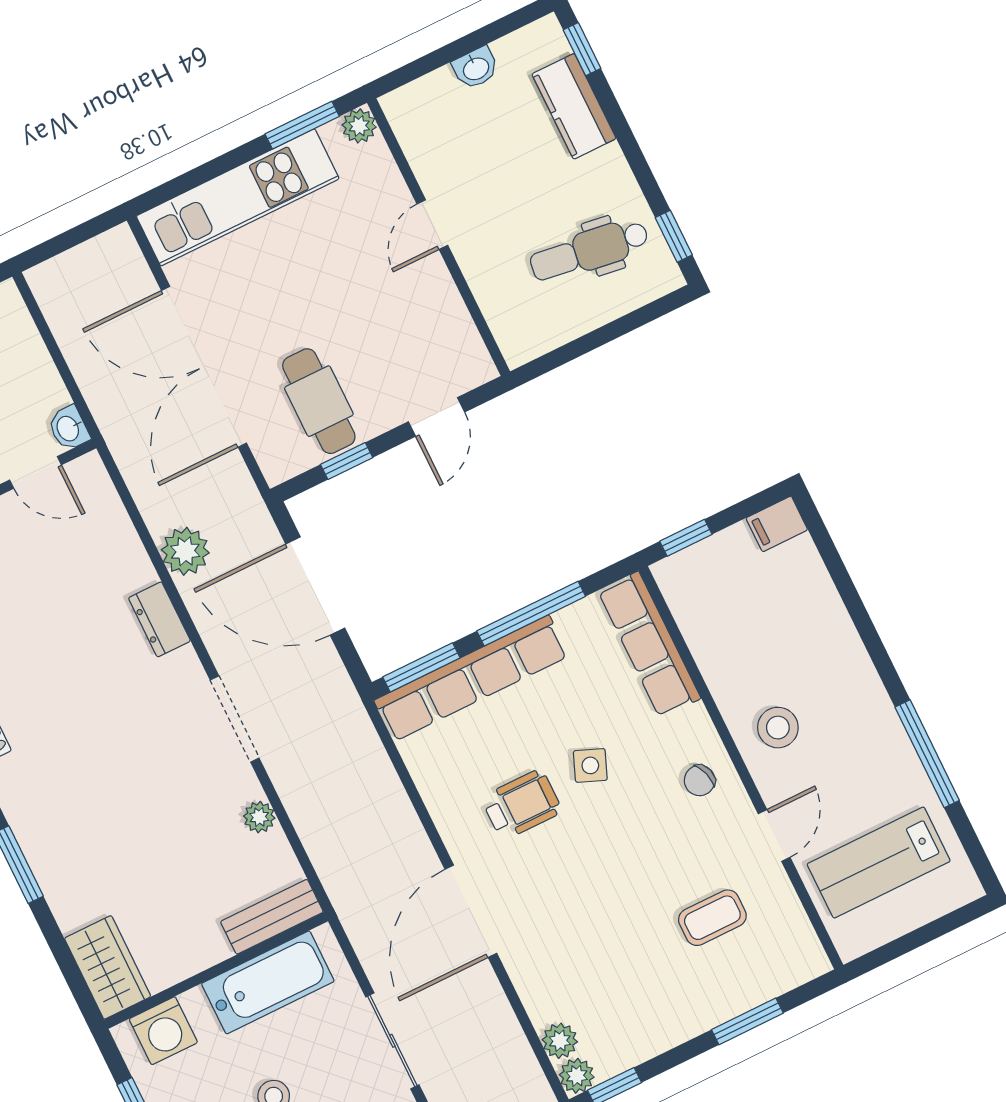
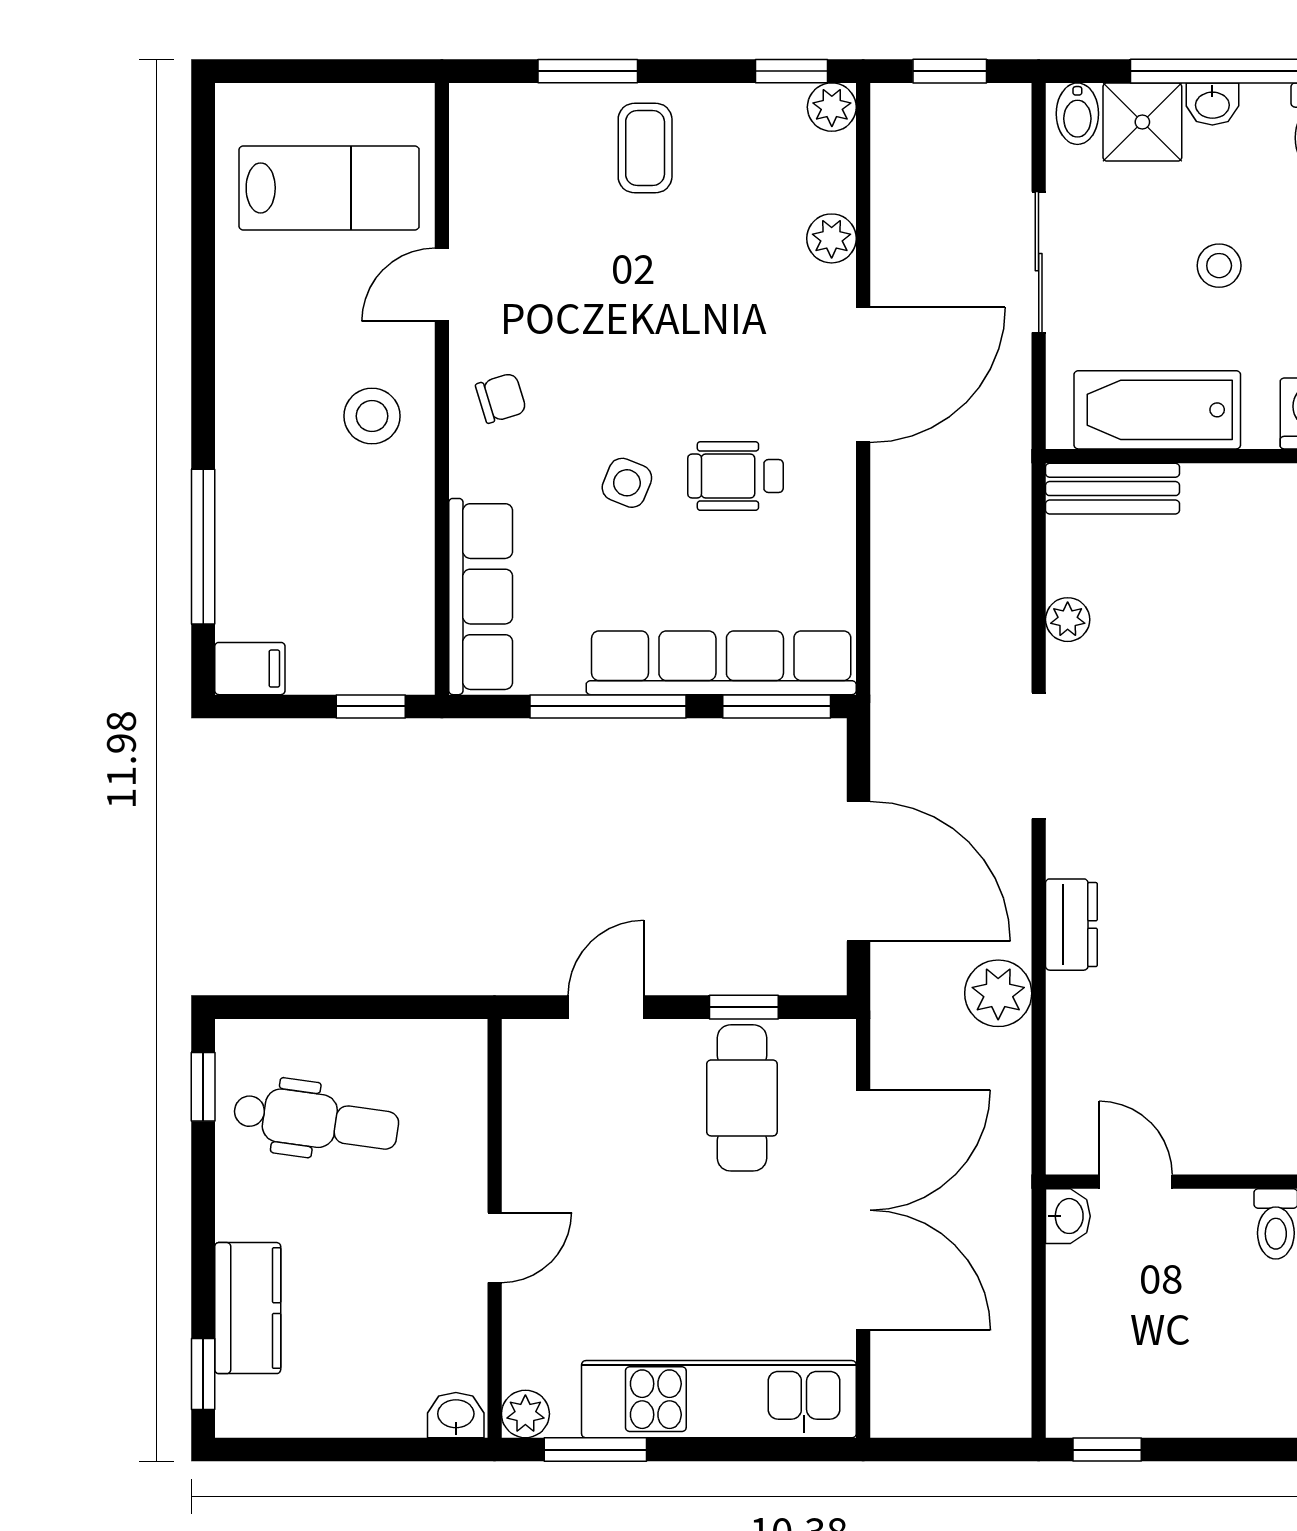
washbasin: (476, 68) -> (456, 1415), moved
window: (927, 754) -> (203, 547), moved
coffee table: (712, 918) -> (645, 148), moved, turned 90
plant: (560, 1041) -> (832, 238), moved

